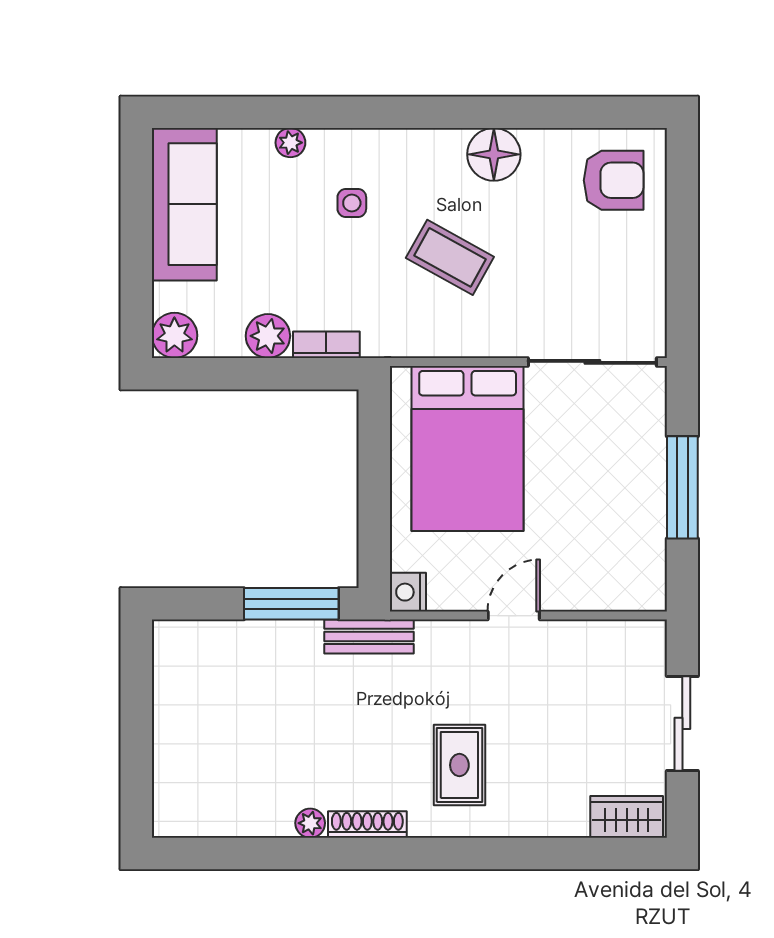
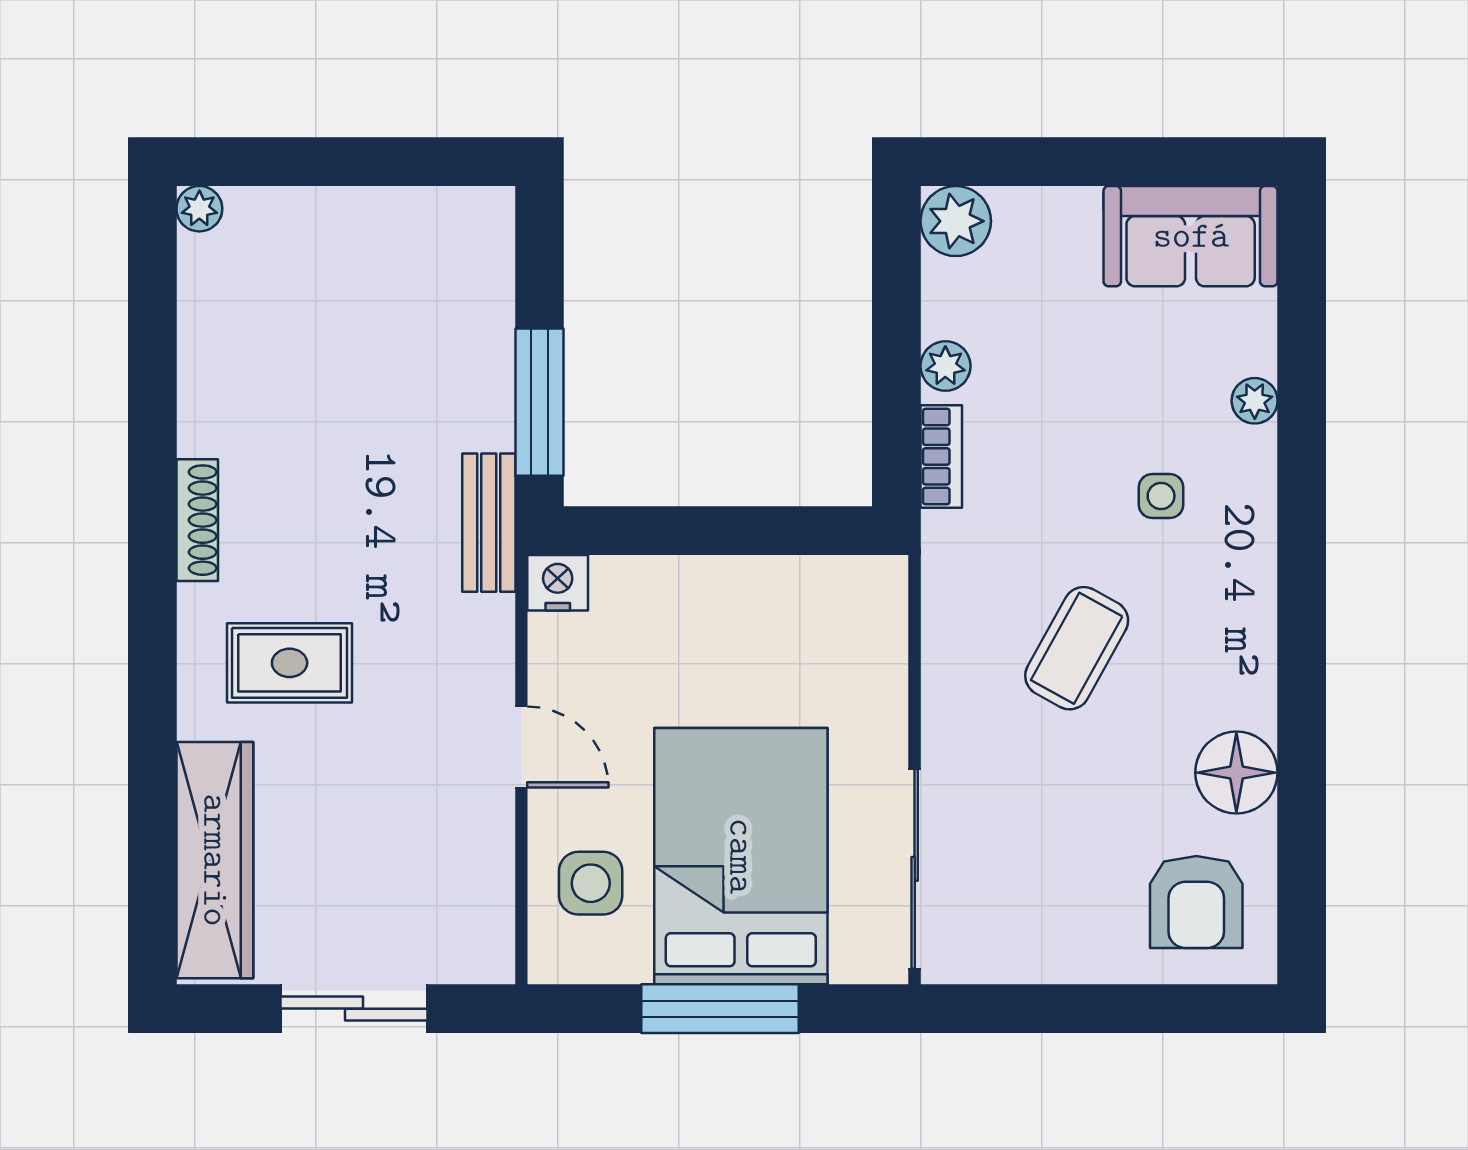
floor lamp: (494, 154) -> (1236, 773), moved
sofa: (184, 204) -> (1191, 236), width x0.73
plant: (268, 336) -> (945, 366), width x0.73, depth x0.73
bed: (468, 449) -> (741, 856), moved, turned 90
side table: (602, 571) -> (591, 883), added
wardrobe: (627, 817) -> (215, 860), width x2.10, depth x1.17
plant: (310, 823) -> (199, 209), moved

